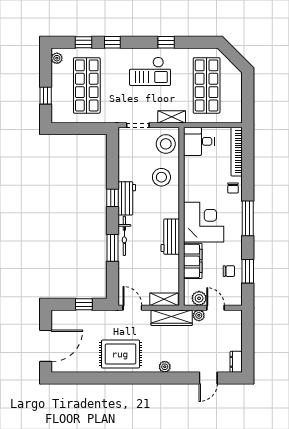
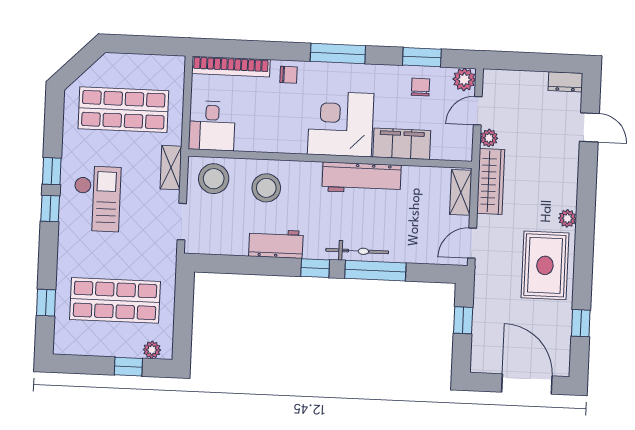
window: (112, 42) -> (50, 208), moved
plant: (57, 58) -> (152, 350), moved
window: (113, 198) -> (315, 268), moved
workbench: (127, 198) -> (276, 244), moved
workbench: (170, 237) -> (362, 178), width x1.38
window: (113, 248) -> (375, 271), width x1.44
plant: (199, 298) -> (464, 79), moved
plant: (165, 367) -> (567, 218), moved
window: (85, 378) -> (581, 323), added

